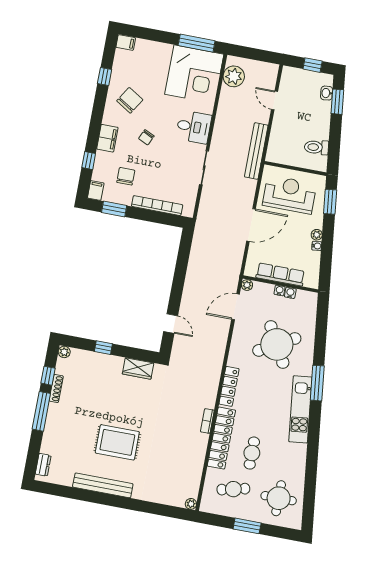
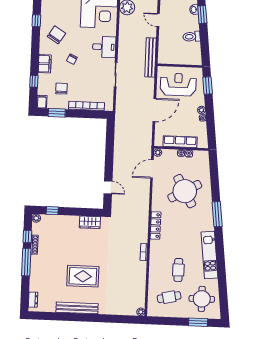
toilet: (317, 147) -> (192, 37), moved
window: (103, 348) -> (52, 211), moved
kitchen unit: (300, 409) -> (209, 255), moved
locker: (221, 438) -> (155, 263), removed
window: (247, 526) -> (198, 322), moved

